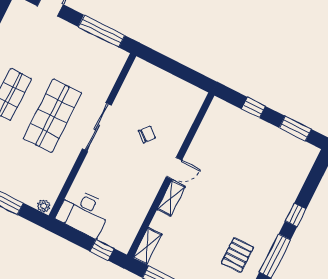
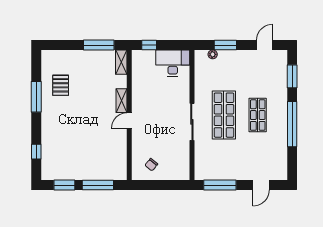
window: (253, 108) -> (98, 185), width x2.17
chair: (147, 134) -> (151, 165), moved
plant: (44, 206) -> (213, 54), moved
window: (296, 215) -> (36, 152), moved

